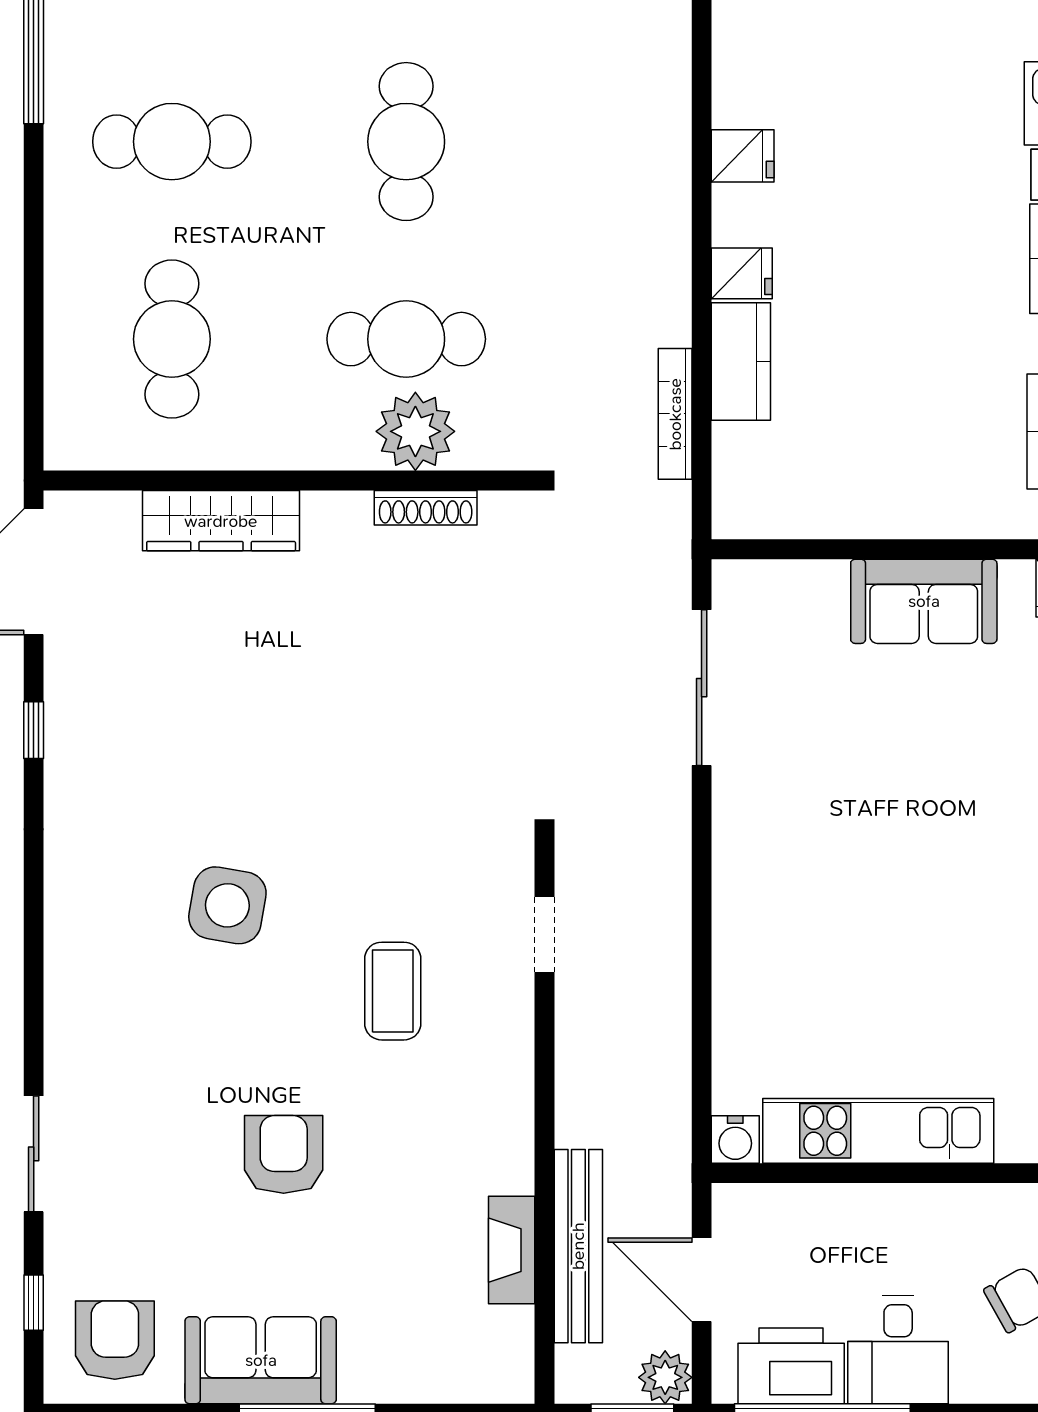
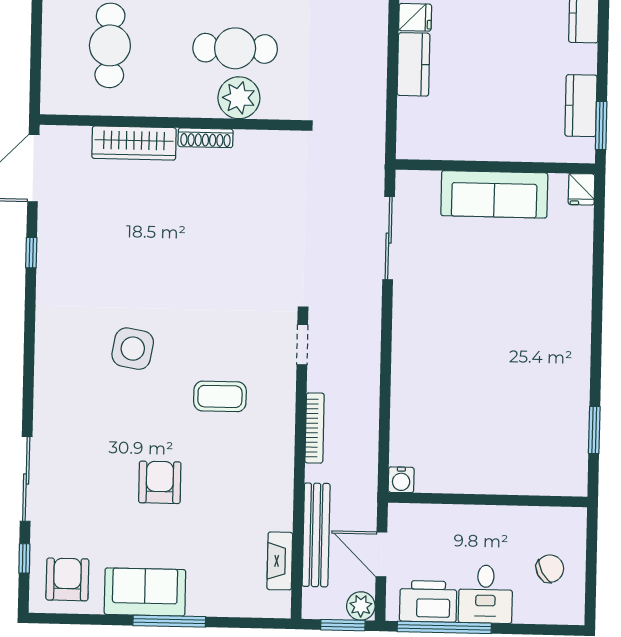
bookcase: (675, 414) -> (315, 428), moved, turned 180
shoe rack: (426, 508) -> (205, 138), moved
sofa: (924, 601) -> (494, 194), width x1.36
doorway: (544, 935) -> (302, 345), moved
coffee table: (393, 991) -> (220, 396), turned 90
kitchen unit: (878, 1131) -> (478, 477), removed
sliding door: (34, 1154) -> (26, 479), width x1.37
fireplace: (512, 1250) -> (280, 561), moved

